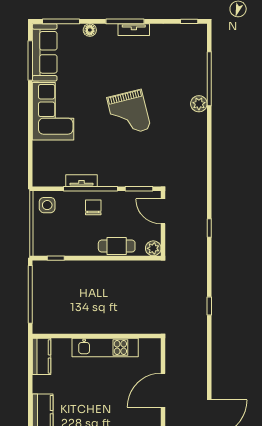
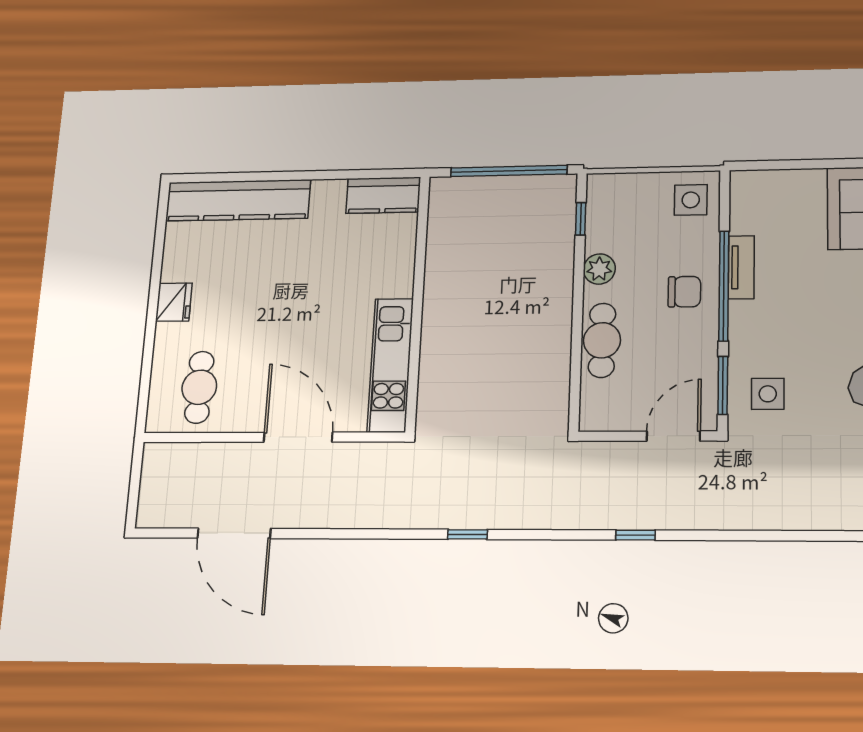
side table: (143, 168) -> (768, 394), added
plant: (153, 248) -> (599, 269), moved
kitchen unit: (105, 348) -> (390, 365), moved

